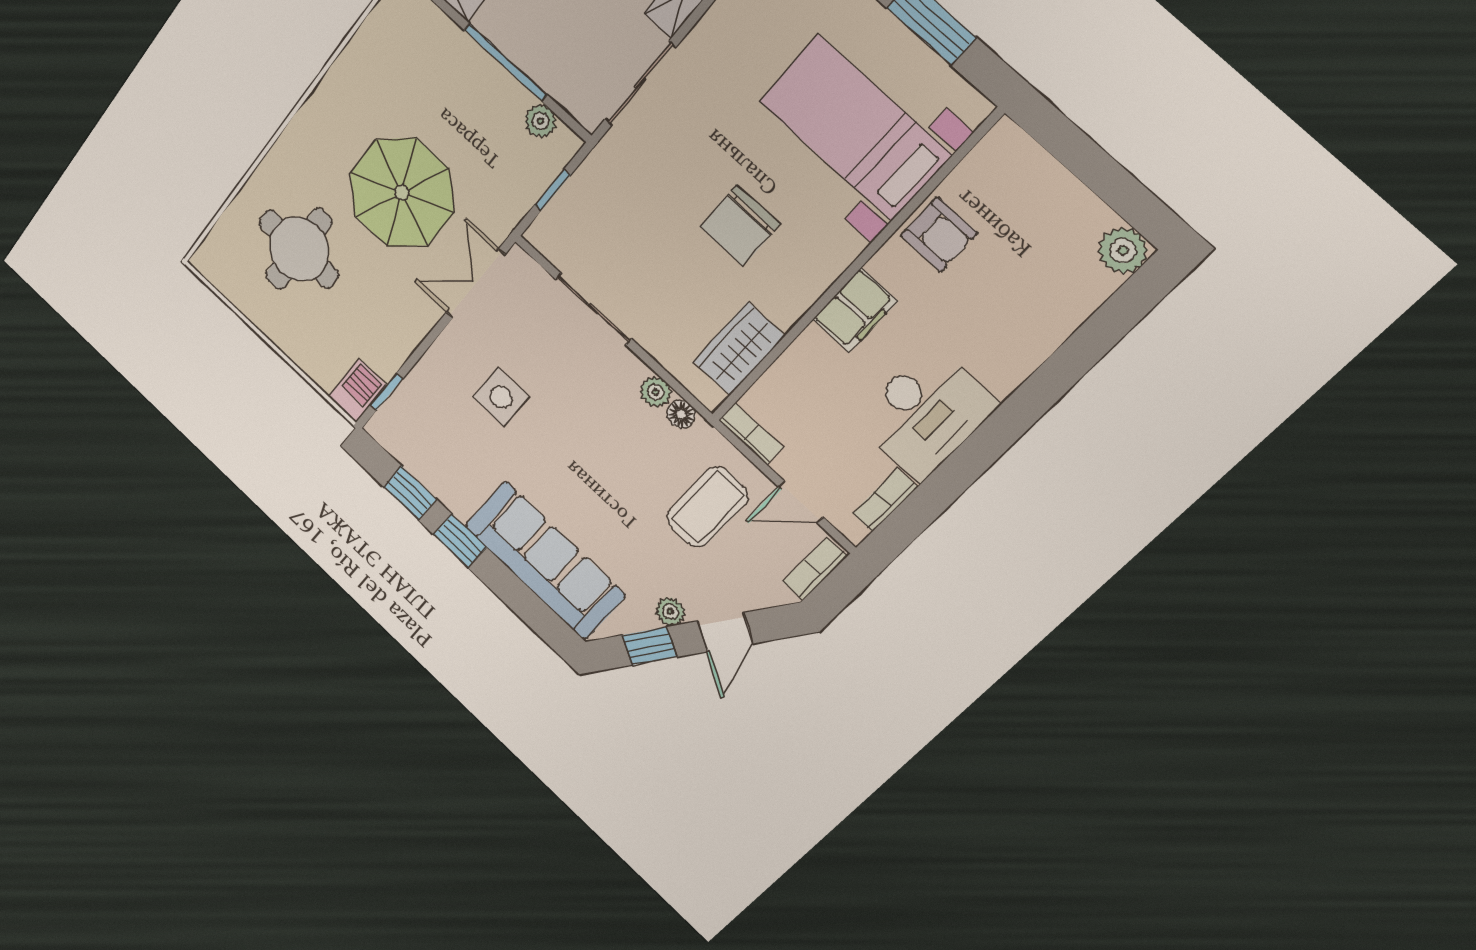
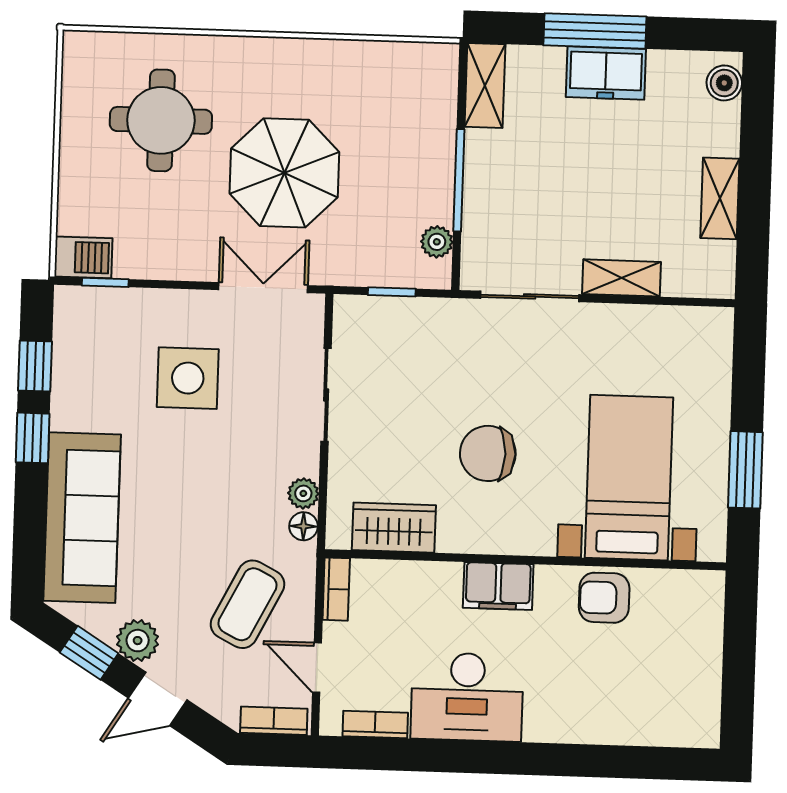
armchair: (939, 234) -> (604, 598), turned 90
plant: (1123, 250) -> (699, 727), removed
side table: (501, 397) -> (188, 378), width x1.37, depth x1.37
coffee table: (707, 507) -> (247, 604), turned -63
plant: (670, 611) -> (138, 641), width x1.38, depth x1.38

